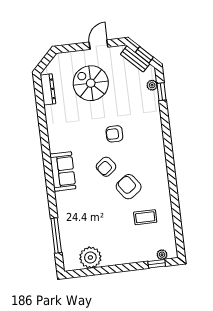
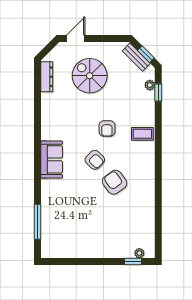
door: (98, 45) -> (76, 39), moved
armchair: (114, 134) -> (107, 128), turned -90
armchair: (106, 167) -> (95, 160), turned -98
coffee table: (145, 217) -> (142, 134), moved
plant: (90, 258) -> (68, 247), removed

